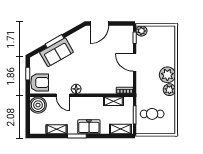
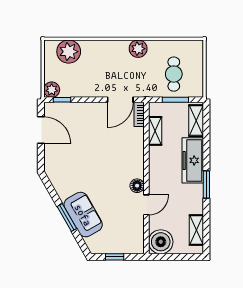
door: (100, 23) -> (41, 130), moved
door: (135, 62) -> (120, 100), moved
plant: (167, 75) -> (69, 52), moved
armchair: (40, 83) -> (128, 239), removed
freezer: (89, 127) -> (193, 160), width x1.40
shelving: (57, 129) -> (196, 230), moved

